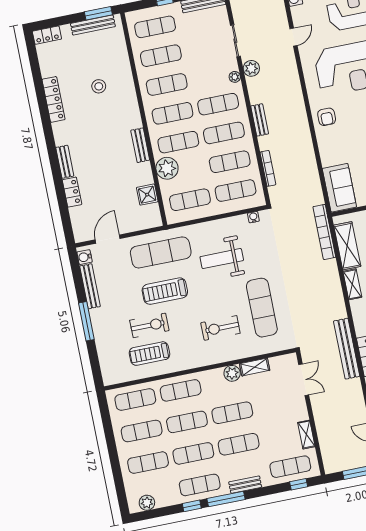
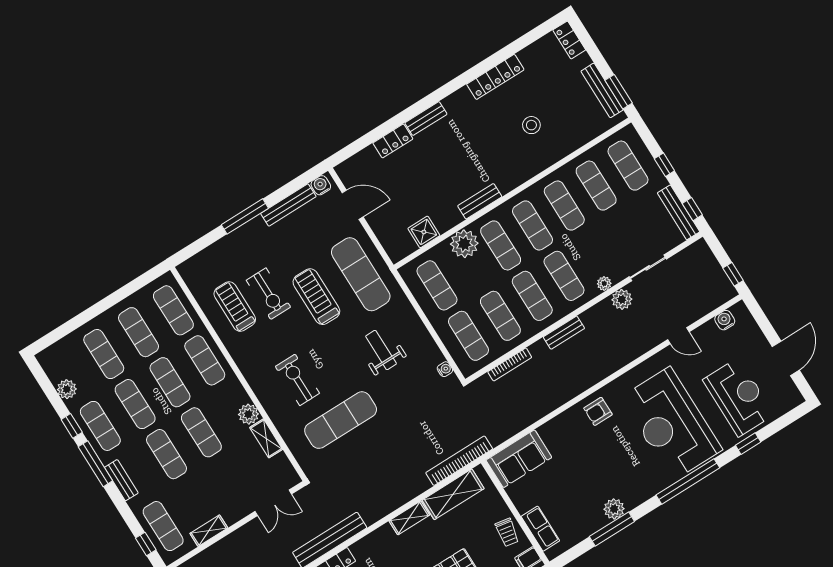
weight bench: (222, 259) -> (381, 350), width x0.73, depth x0.75
plant: (147, 503) -> (67, 389), moved

